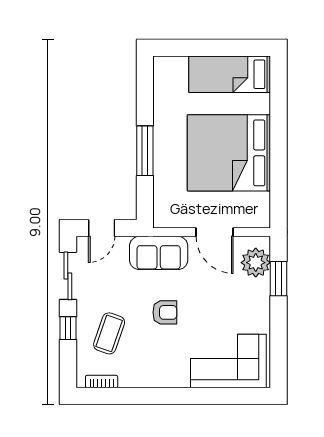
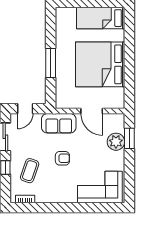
plant: (256, 263) -> (116, 142), moved

